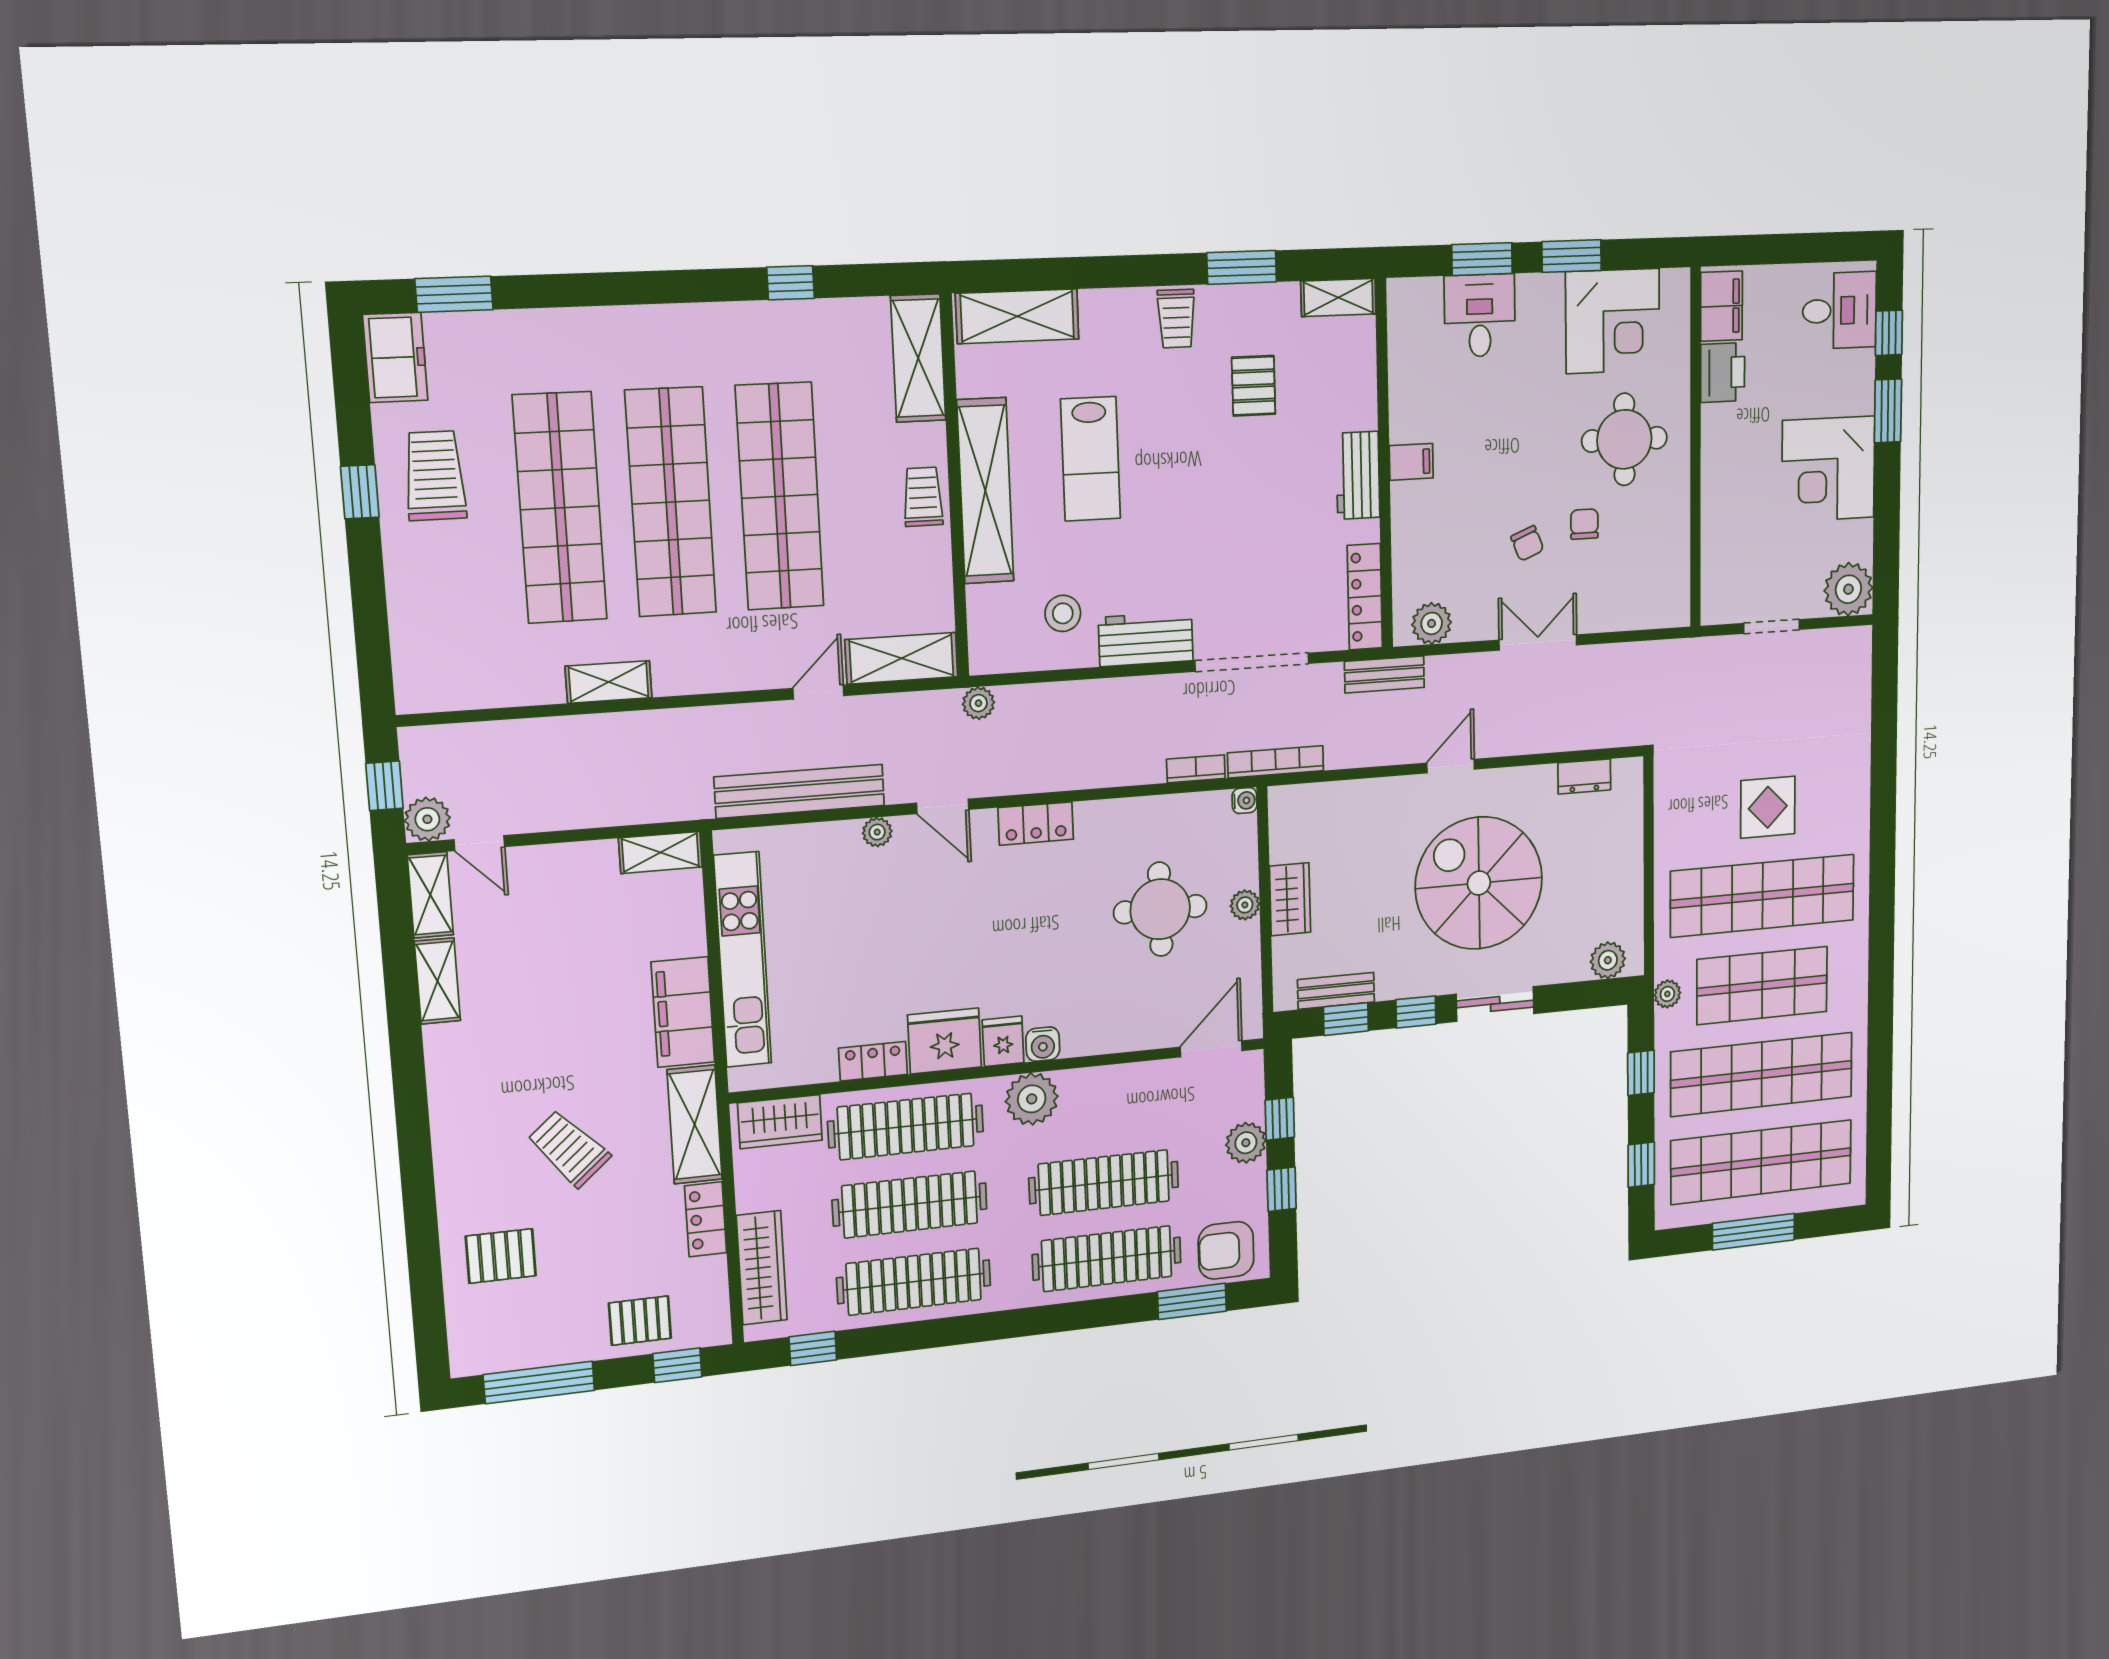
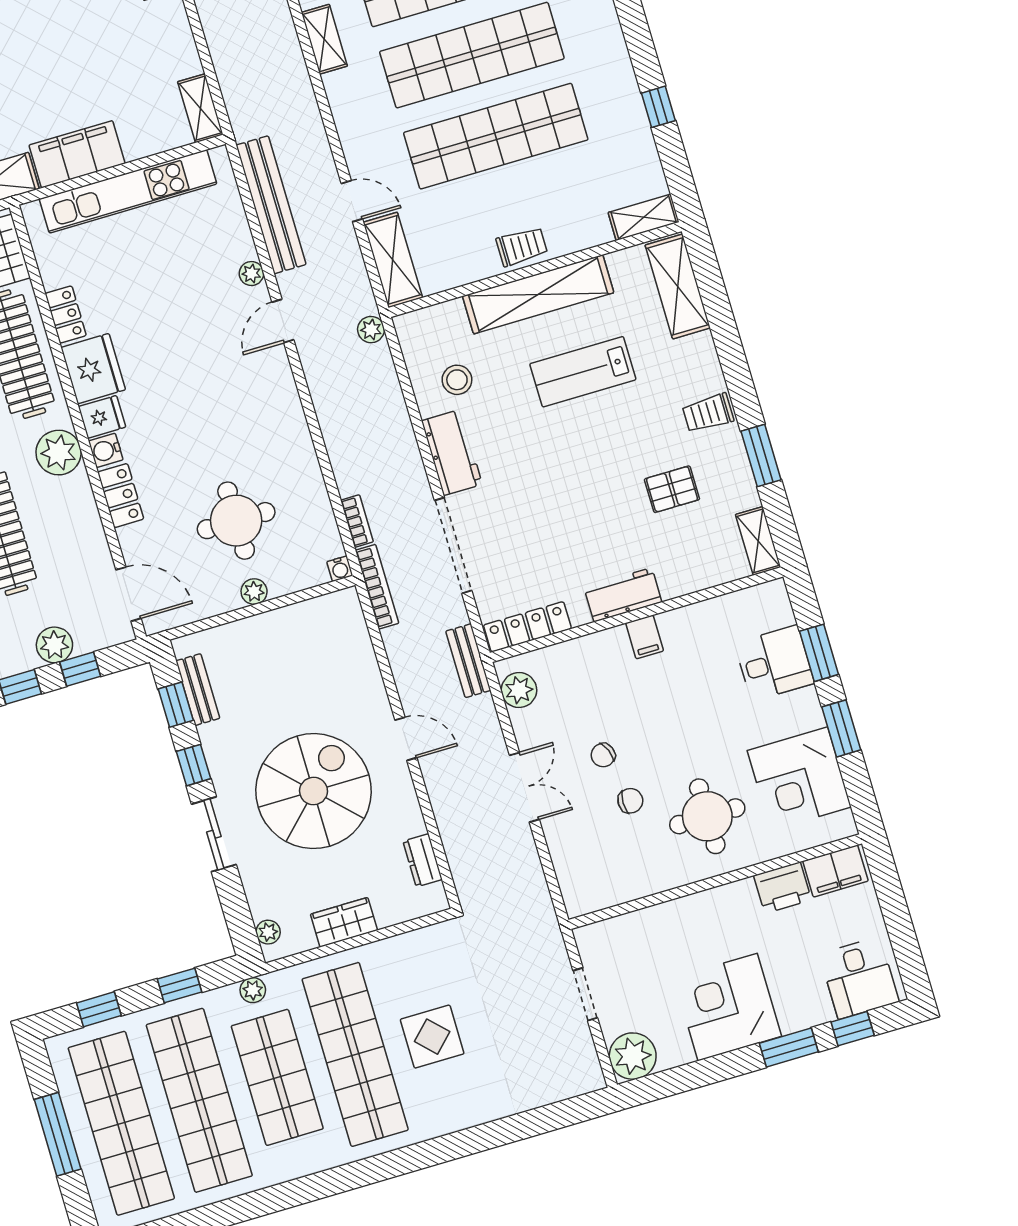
shelving: (918, 358) -> (644, 217), width x0.67, depth x0.75
locker: (1036, 824) -> (121, 496), moved, turned 180
wardrobe: (1290, 899) -> (344, 922), moved, turned 180
plant: (1608, 960) -> (268, 932), width x0.73, depth x0.73

